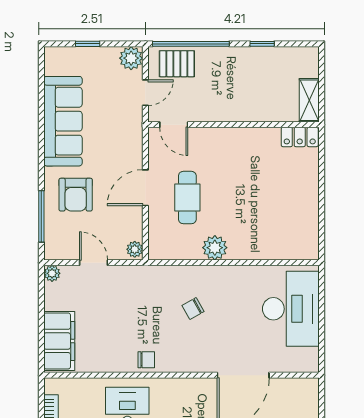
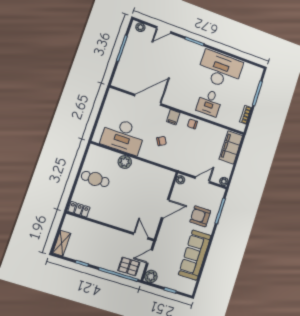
shelving: (309, 100) -> (62, 243), moved
armchair: (76, 195) -> (200, 216), turned -90
cafe table: (187, 198) -> (95, 179), moved, turned 90
plant: (215, 248) -> (125, 162), moved
door: (94, 263) -> (202, 180), swing flipped
desk: (291, 309) -> (123, 136), moved, turned -90
filing cabinet: (186, 360) -> (173, 117), added

